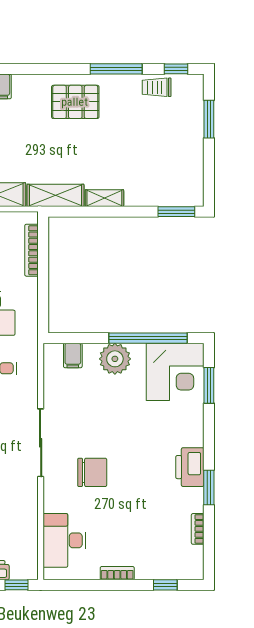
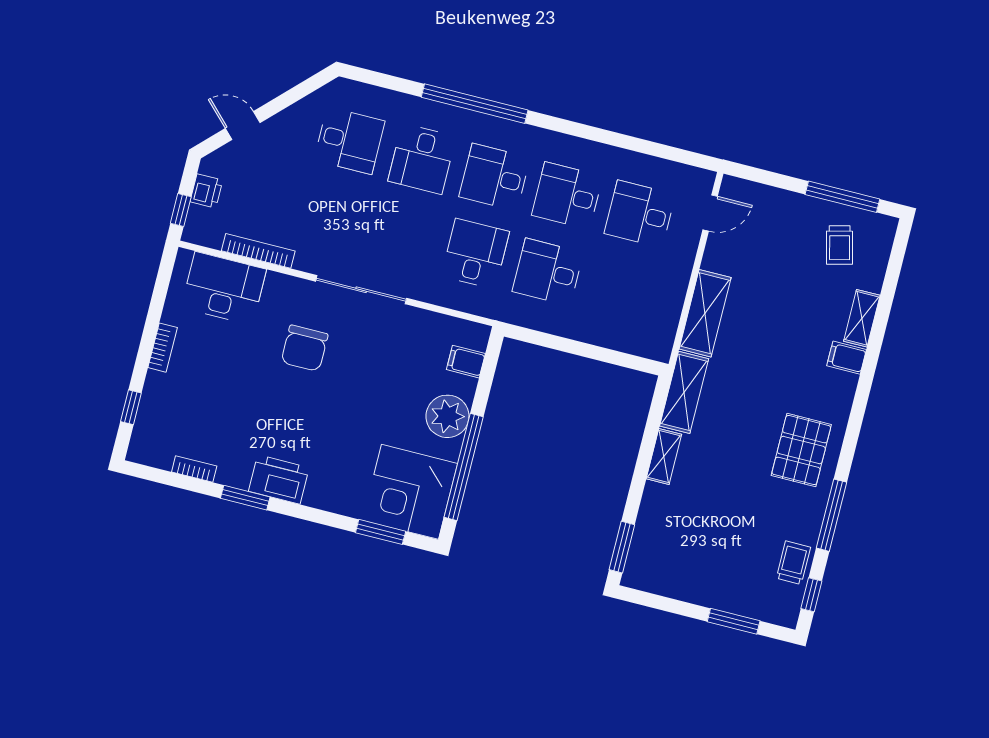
bookcase: (32, 250) -> (258, 251), moved

